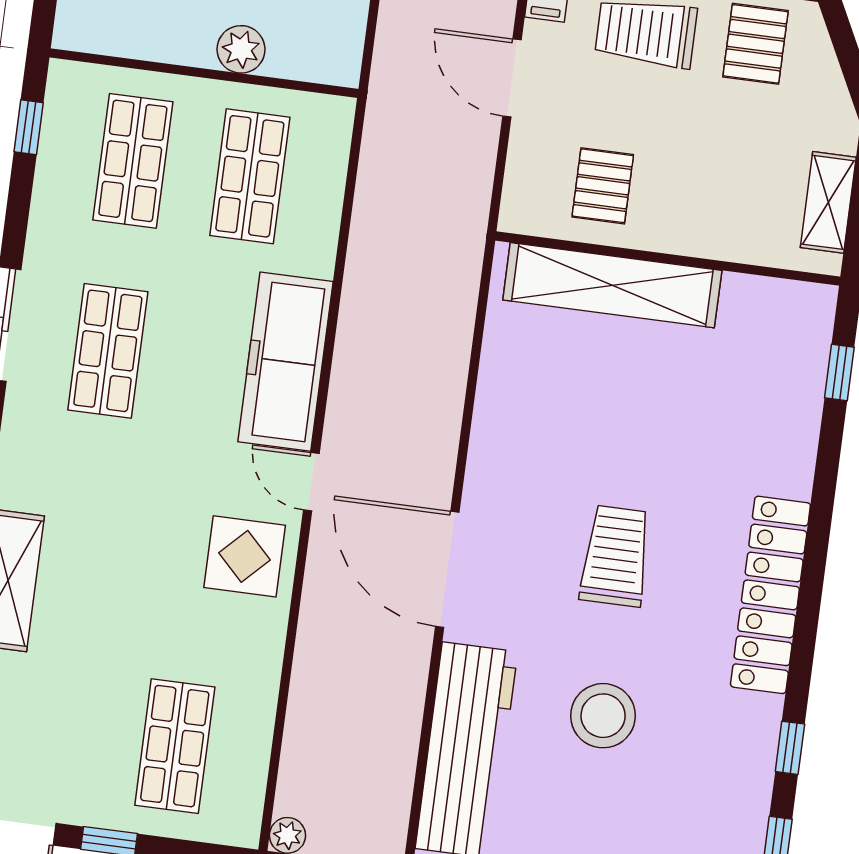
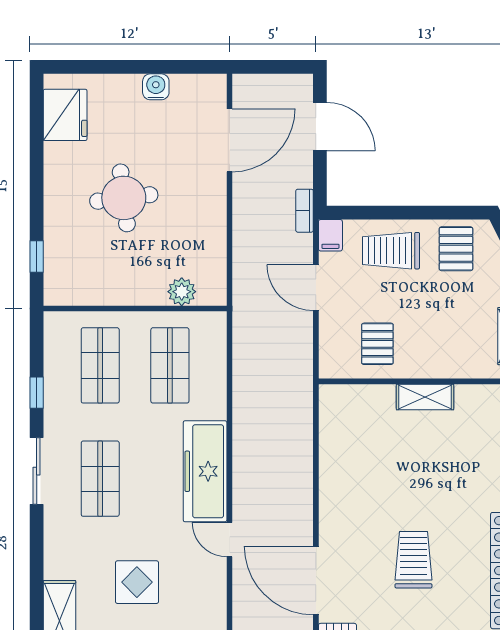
plant: (241, 49) -> (182, 292), moved
window: (29, 127) -> (37, 393), moved
shelving: (612, 285) -> (425, 397), width x0.45, depth x0.75
display table: (245, 556) -> (137, 582), moved

